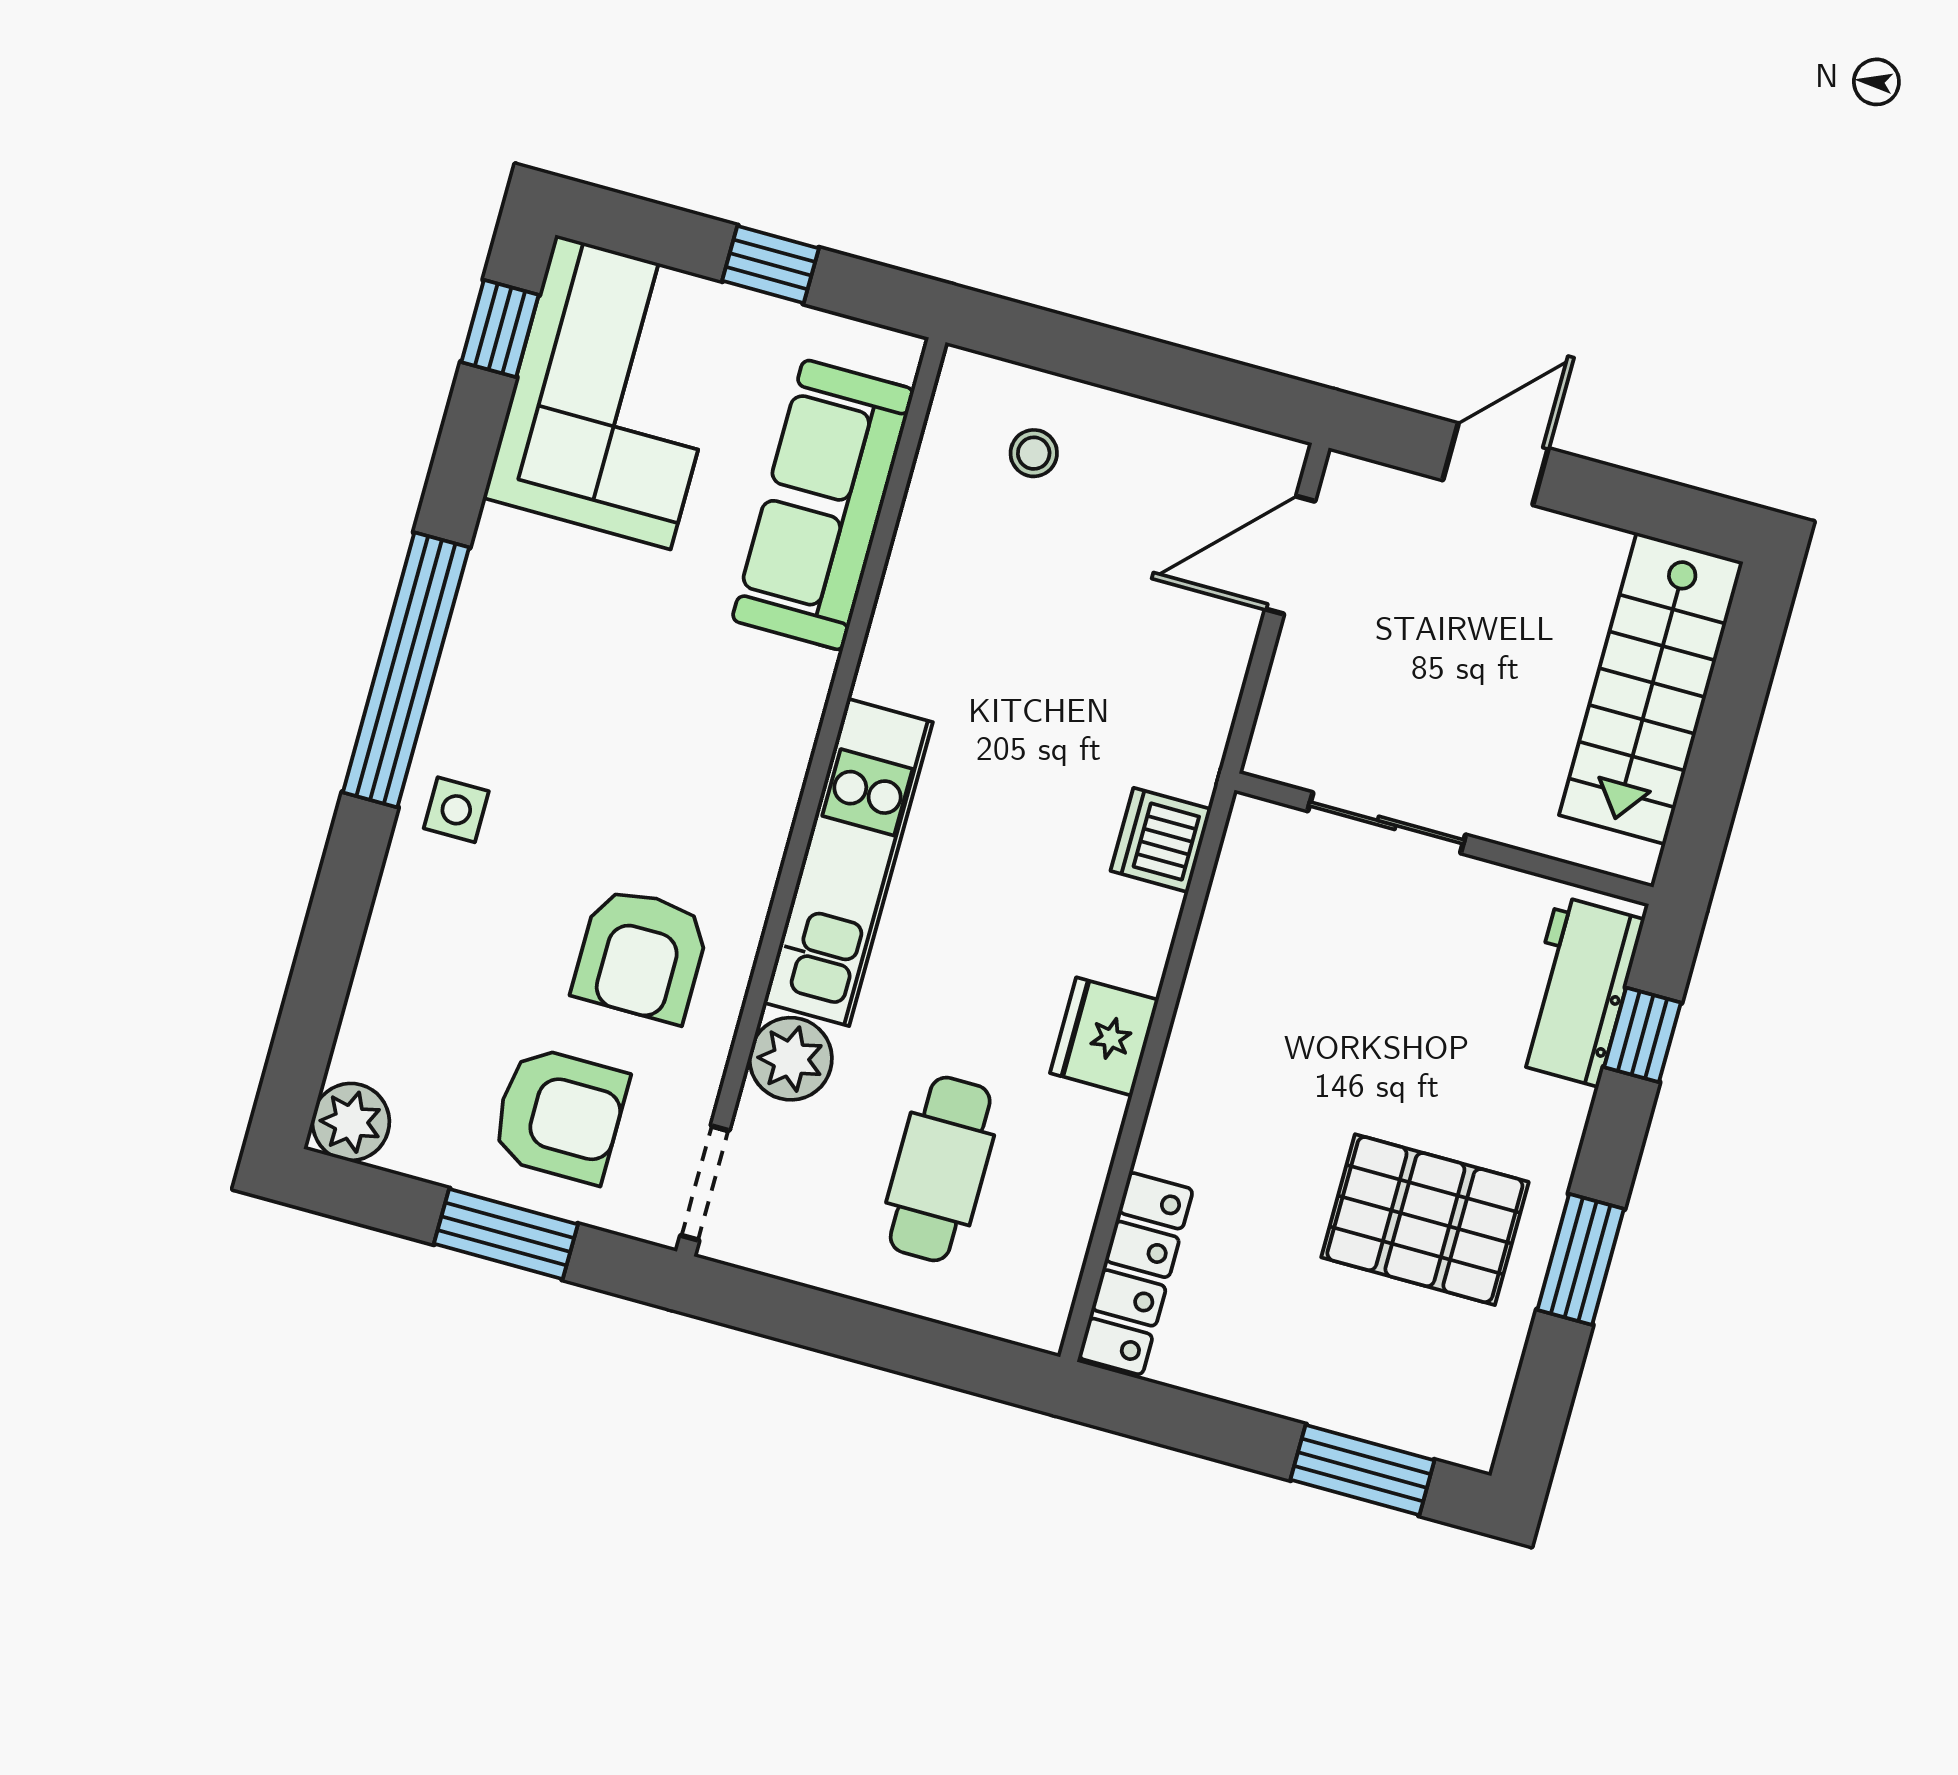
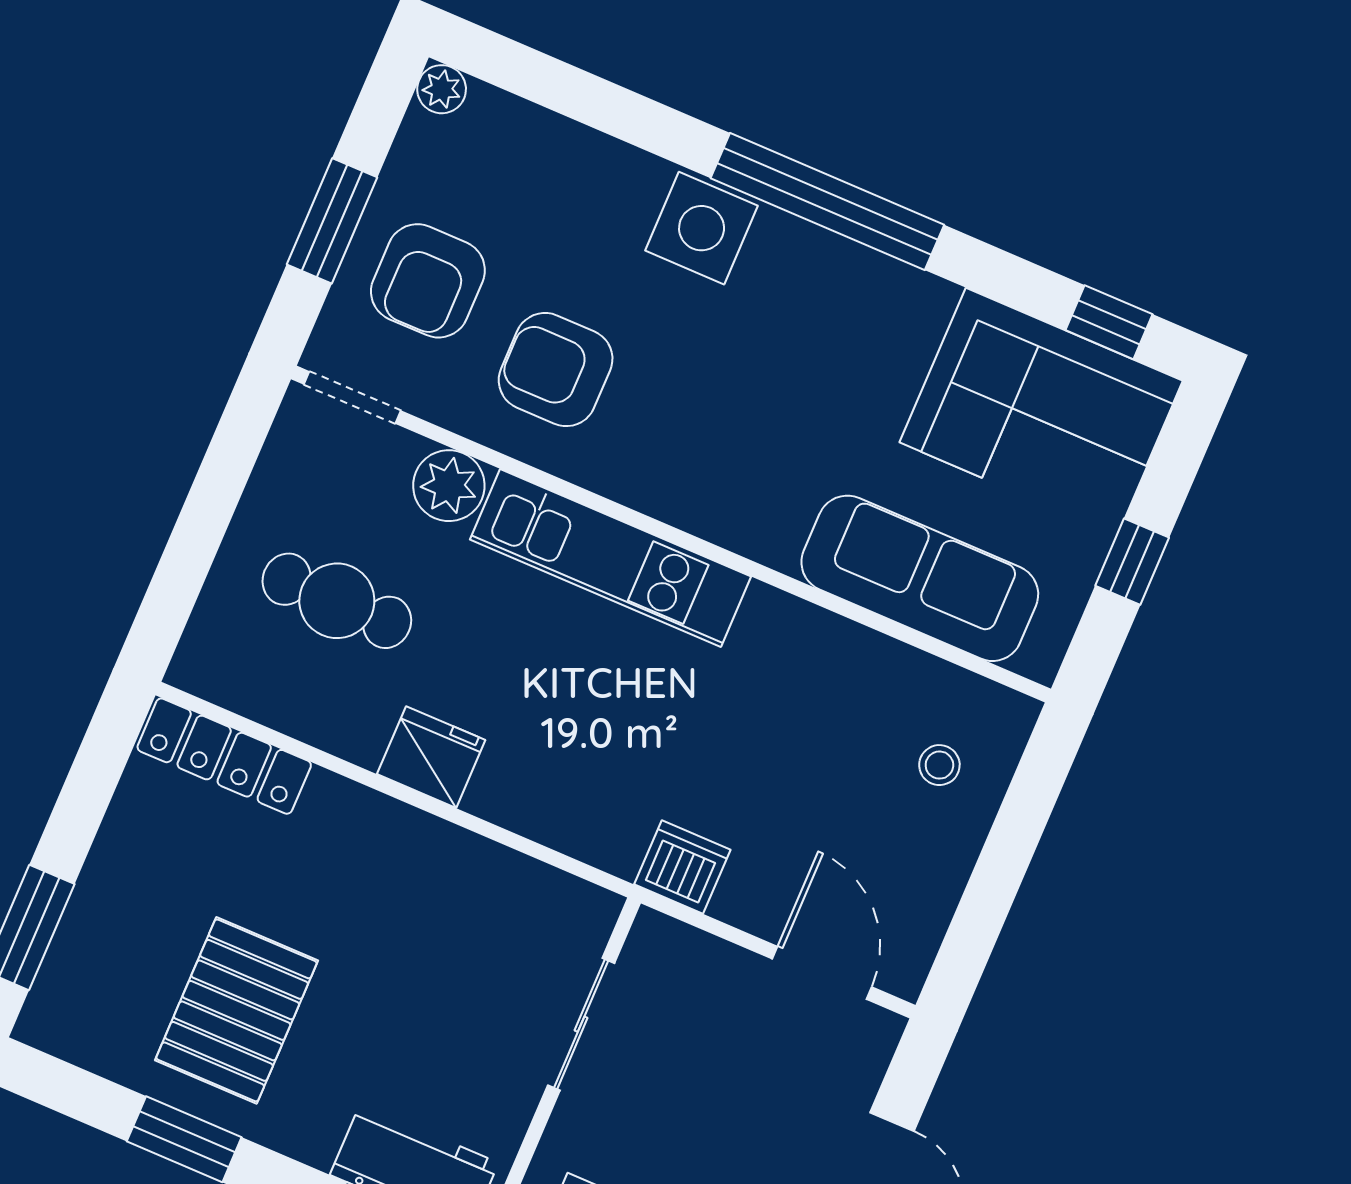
side table: (456, 810) -> (702, 228), width x1.87, depth x1.87
dishwasher: (1161, 840) -> (682, 867), moved
plant: (351, 1122) -> (442, 89), width x0.73, depth x0.73

